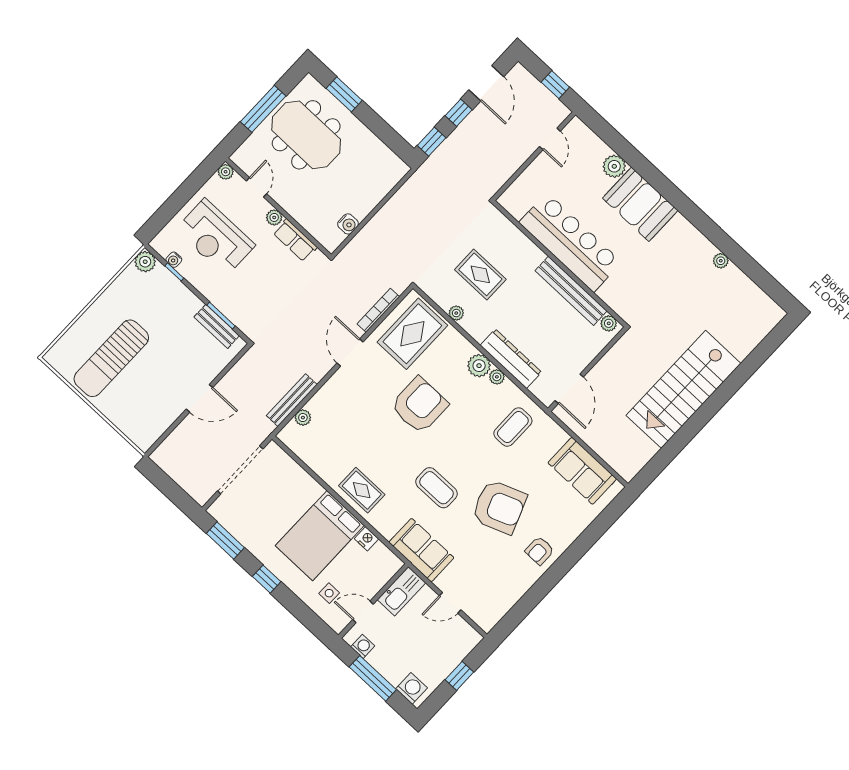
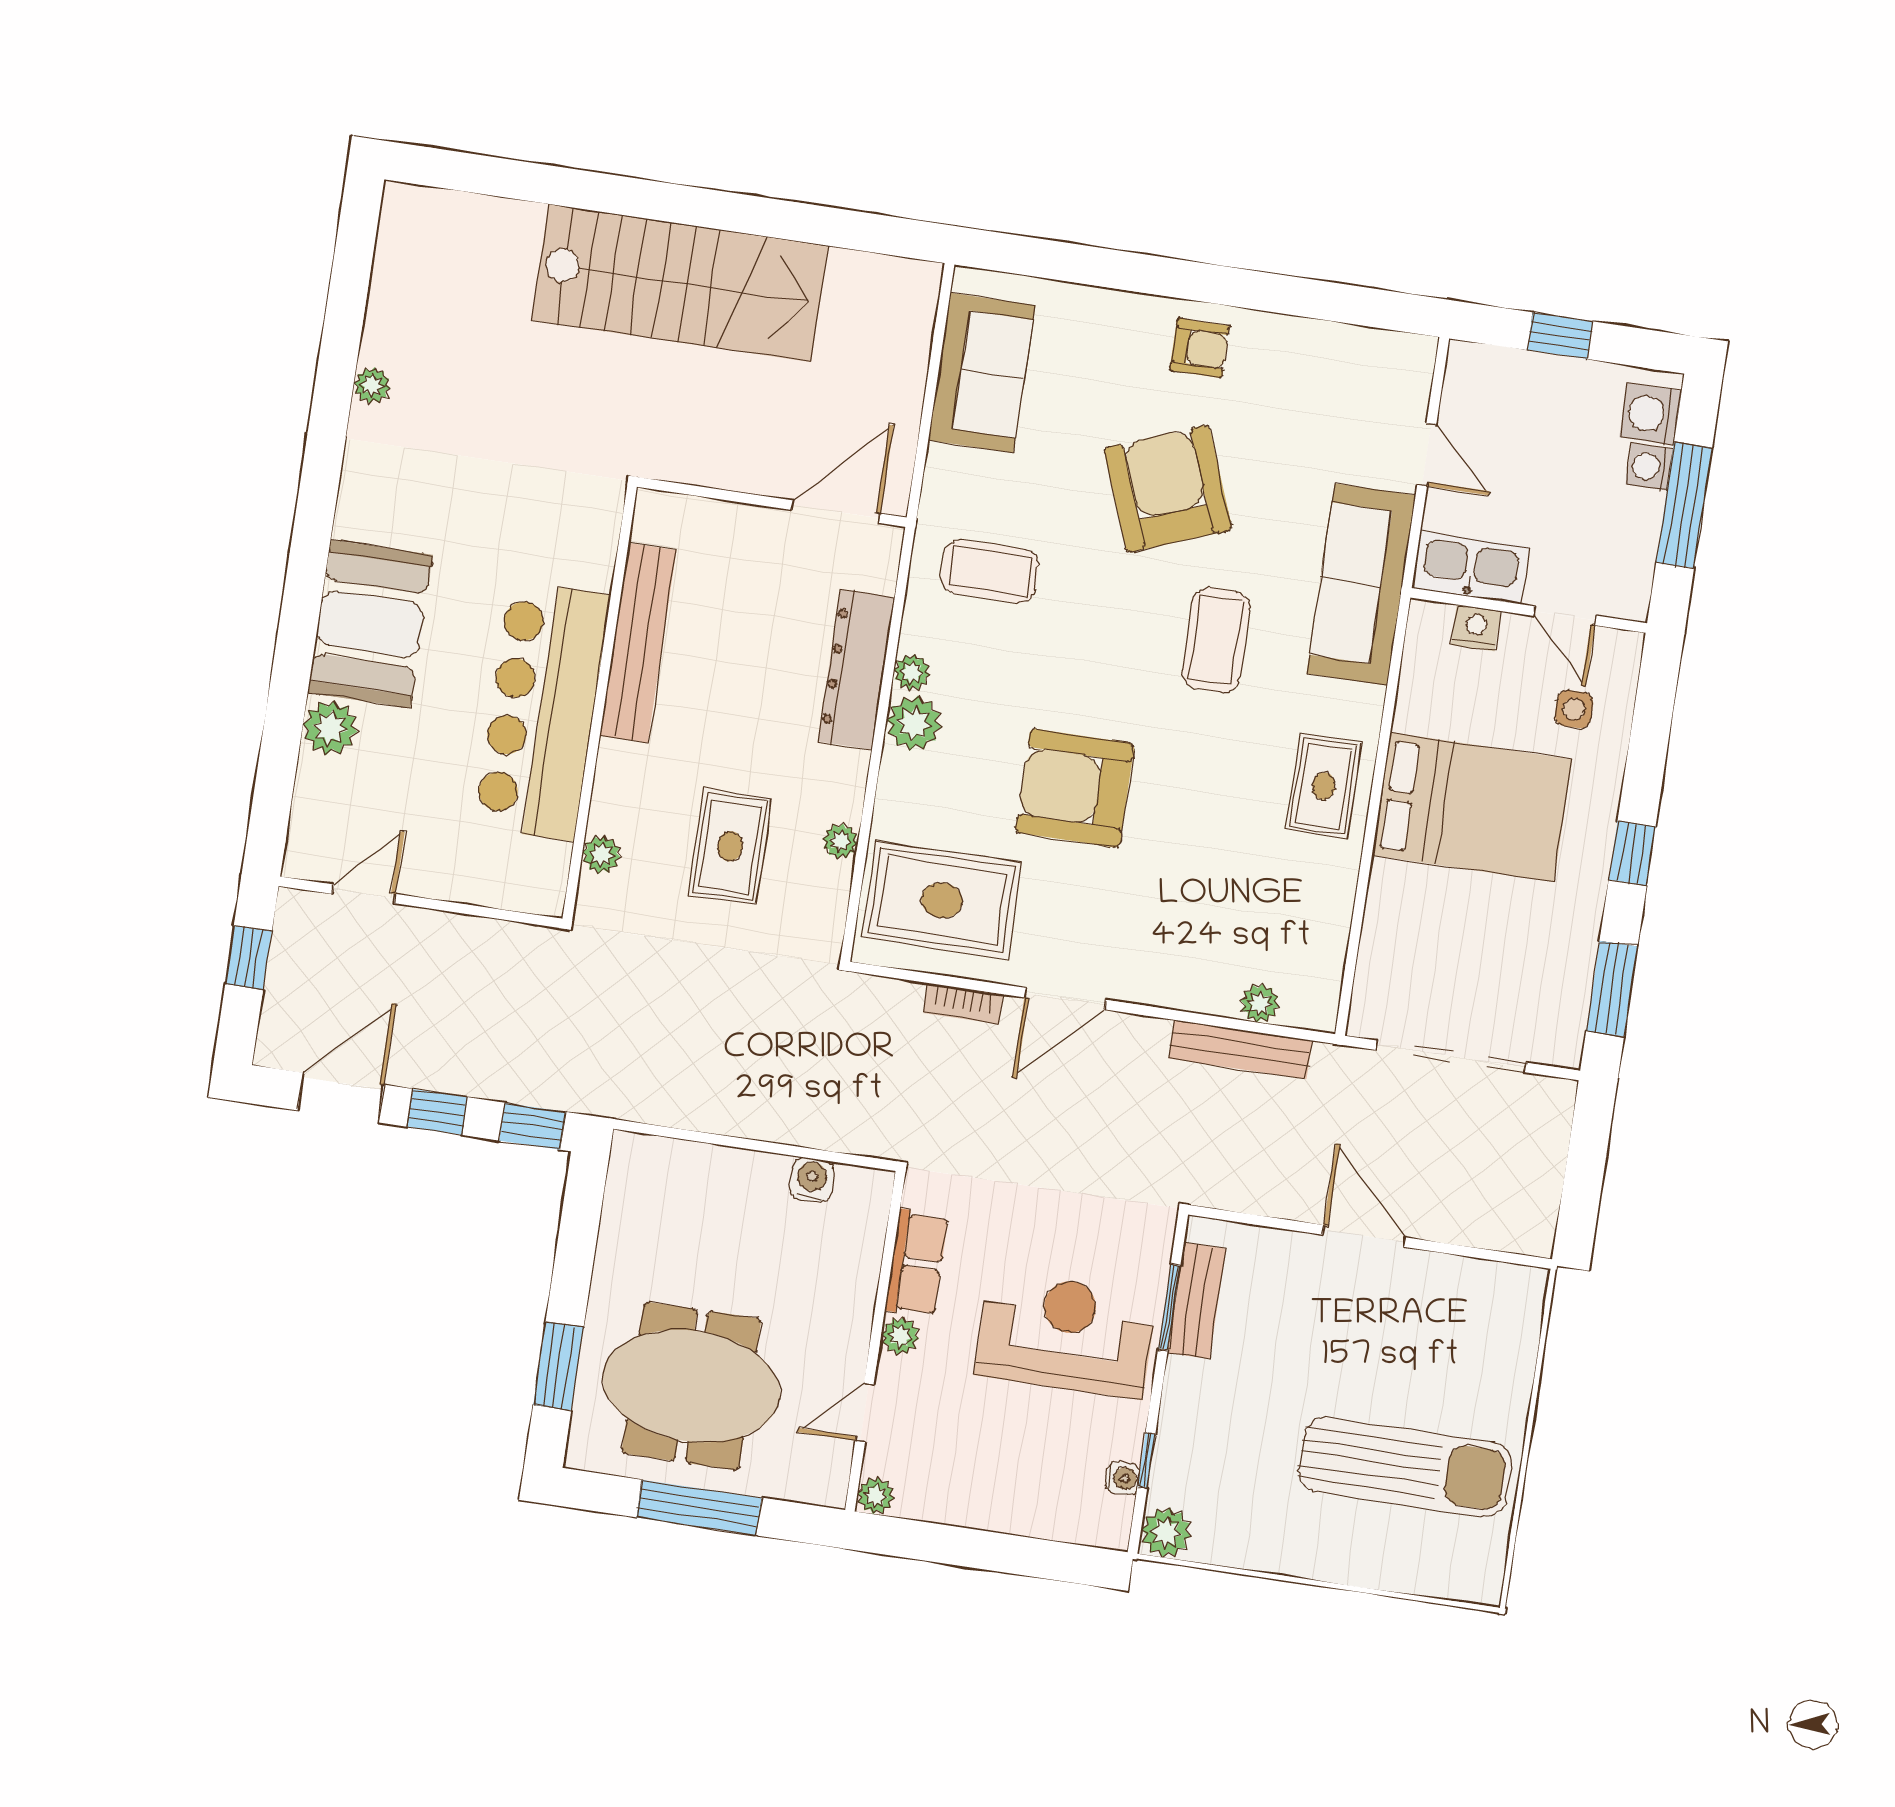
meeting table: (306, 135) -> (691, 1386), turned 90
reception desk: (215, 237) -> (1066, 1335), moved, turned -90
bookcase: (378, 310) -> (963, 1004), width x0.64
plant: (609, 323) -> (601, 855), moved
nightstand: (367, 539) -> (1476, 628), moved, turned 90
sofa: (421, 550) -> (1361, 585), width x1.36
washing machine: (363, 646) -> (1649, 467), moved

